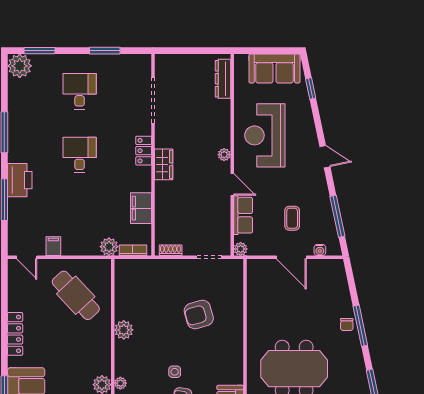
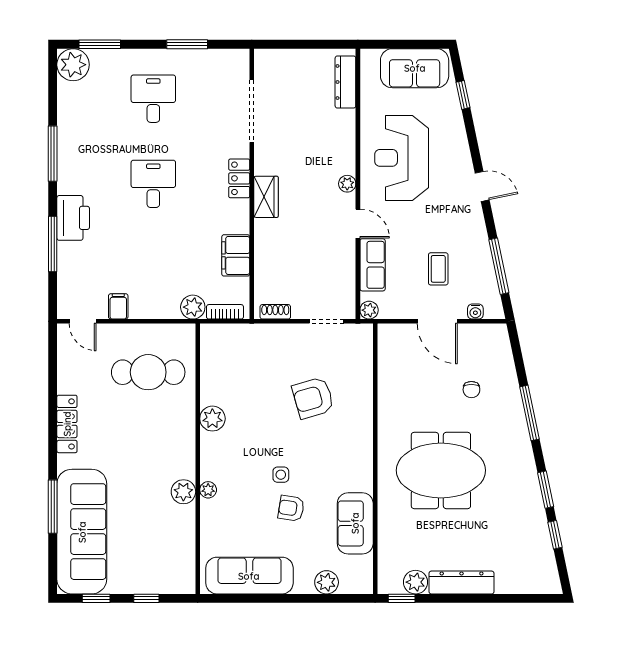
cafe table: (76, 295) -> (148, 372), turned -47
chair: (347, 324) -> (471, 390), moved

